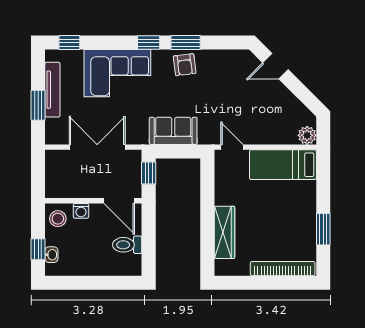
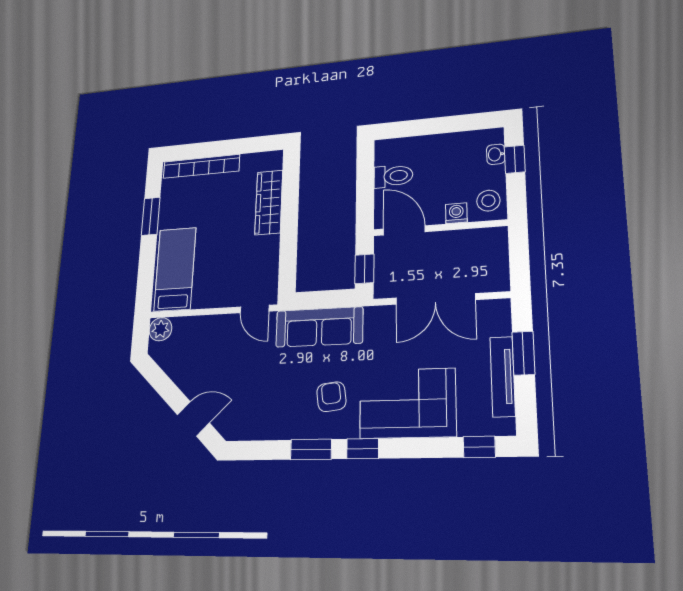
armchair: (185, 65) -> (331, 397), moved
sofa: (173, 131) -> (319, 327), width x1.36
bed: (283, 165) -> (175, 269), moved, turned -90

